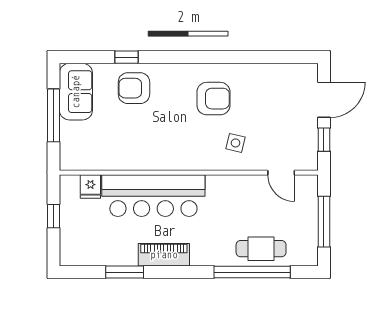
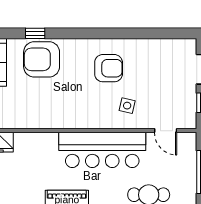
armchair: (134, 88) -> (42, 59), width x1.36, depth x1.36
bar counter: (153, 196) -> (102, 150), moved

